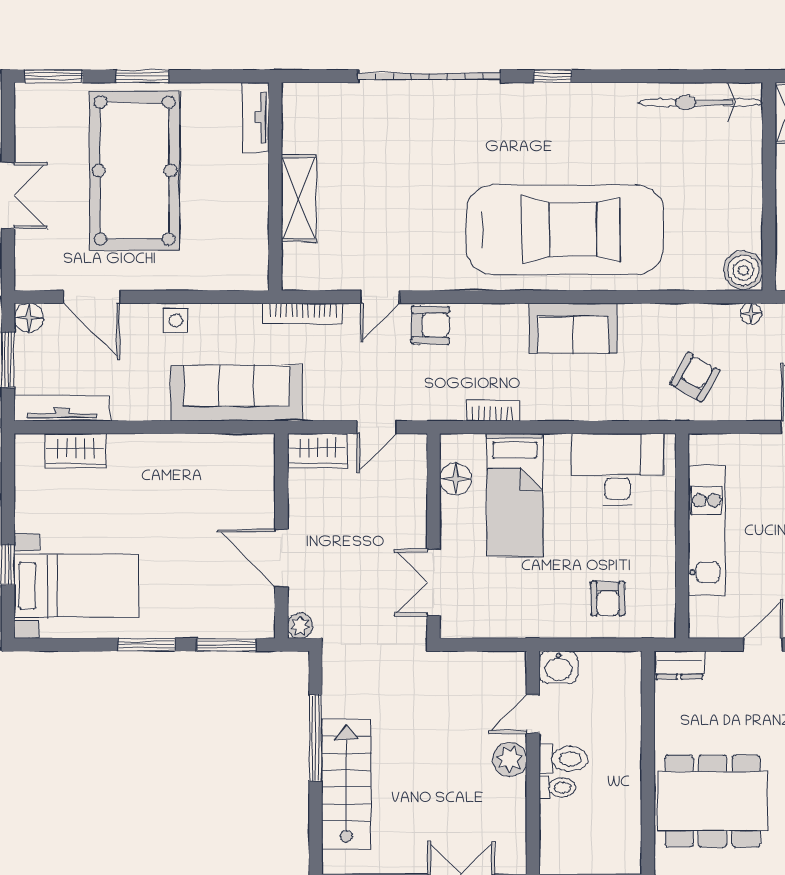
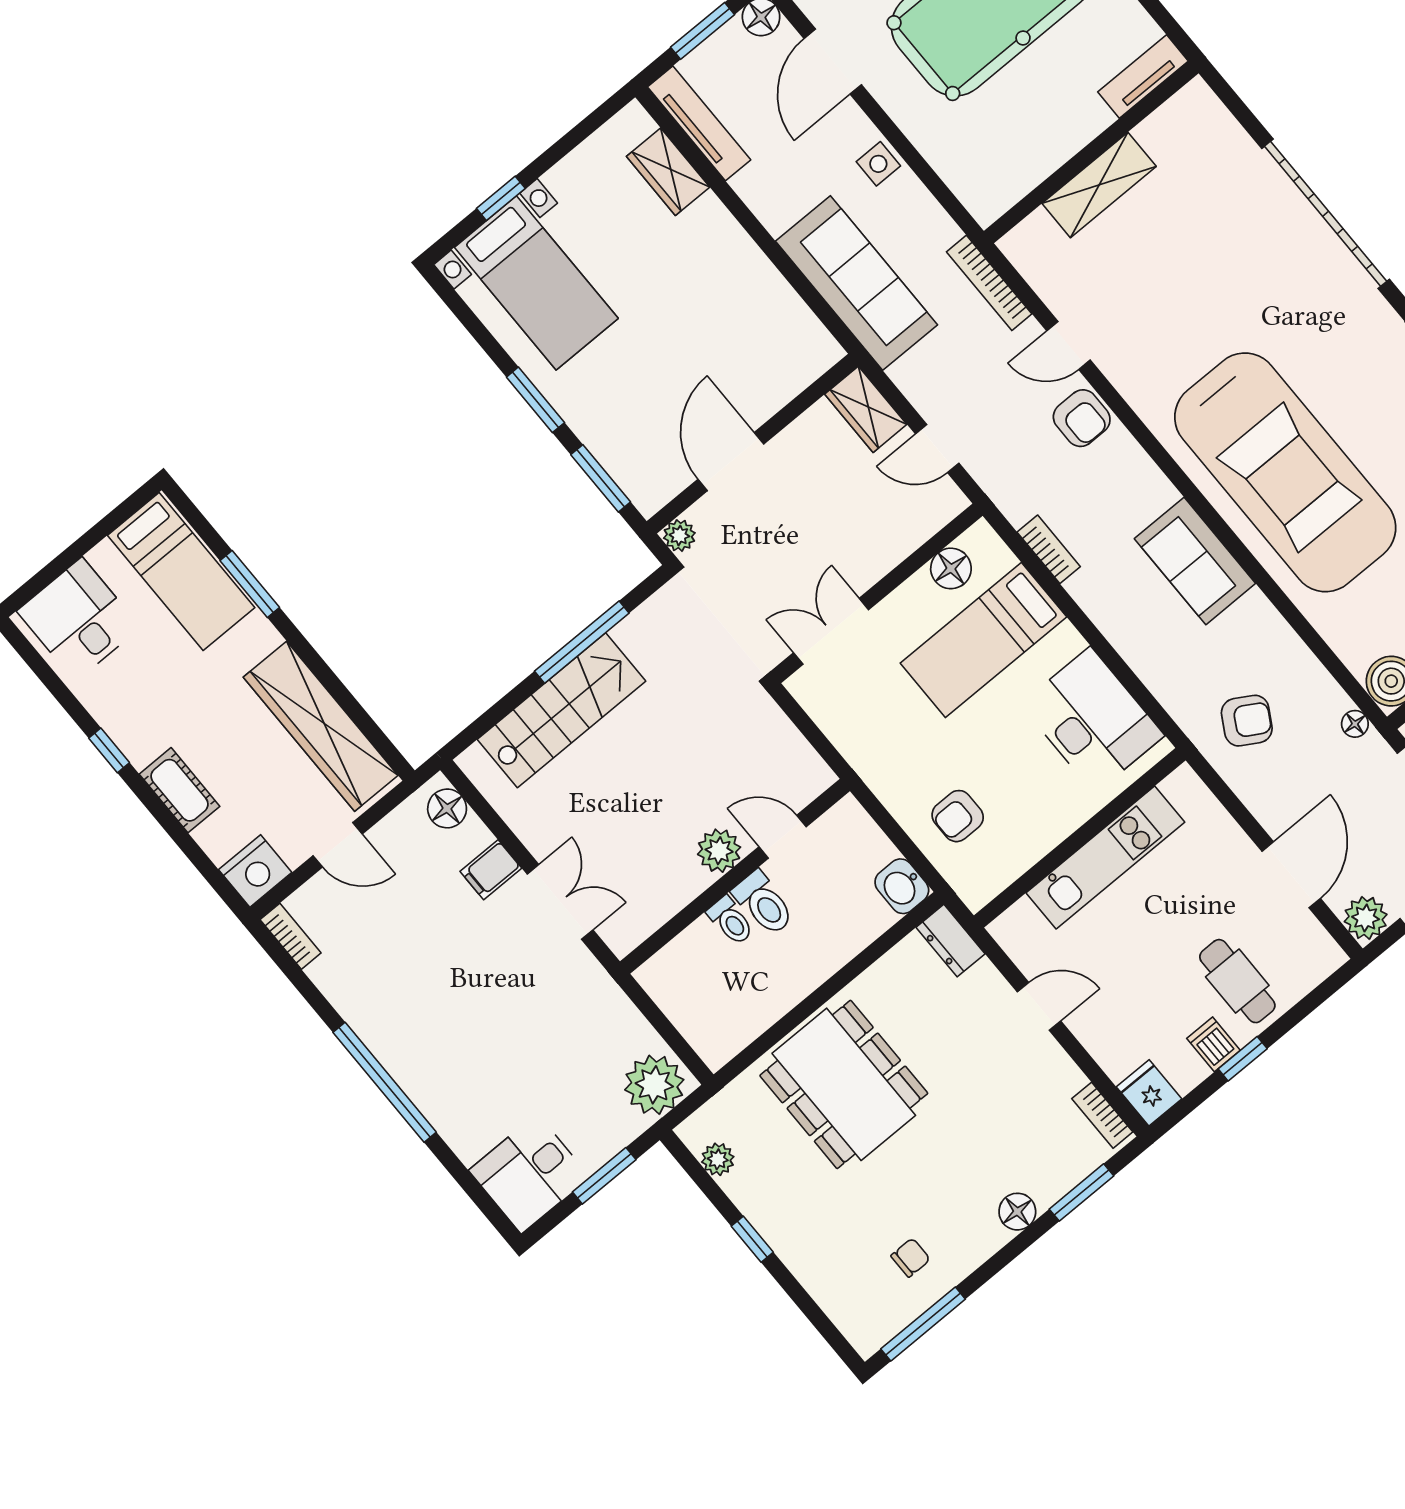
washbasin: (558, 667) -> (902, 886), moved

